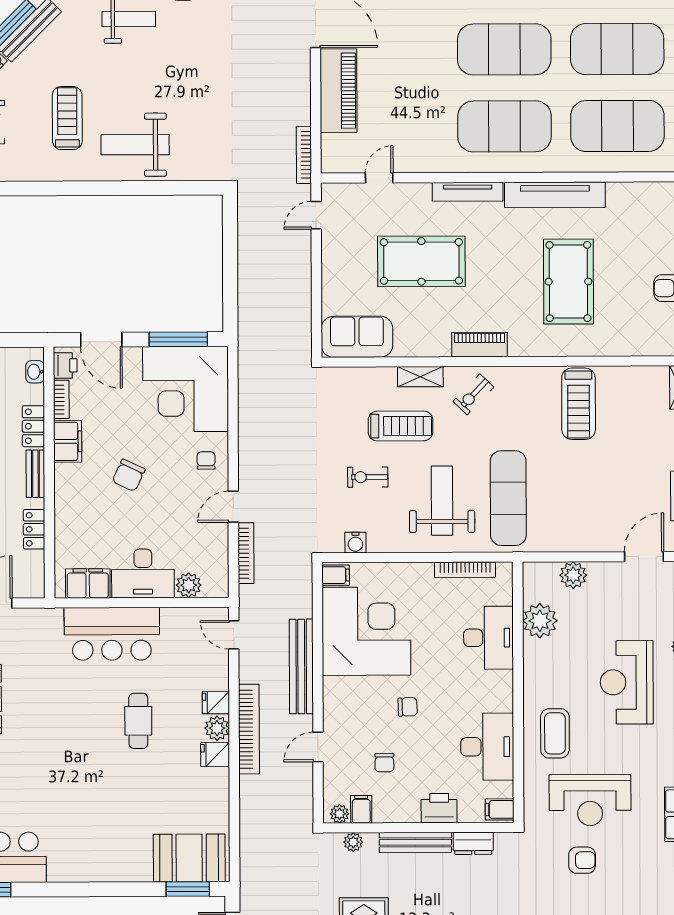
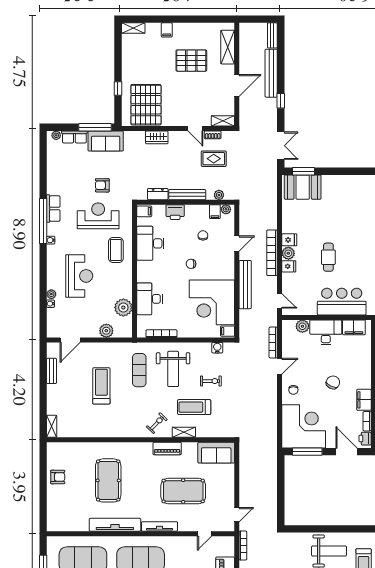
piano: (480, 345) -> (167, 448), moved
treadmill: (579, 404) -> (101, 386), moved
exercise mat: (508, 498) -> (139, 370), width x0.73, depth x0.69

